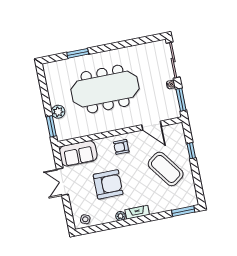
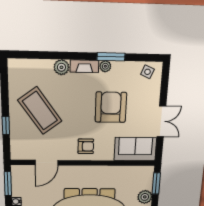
door: (152, 126) -> (47, 163), swing flipped
armchair: (108, 184) -> (111, 107), turned 90
plant: (155, 207) -> (61, 67), added
window: (183, 211) -> (111, 57), moved

